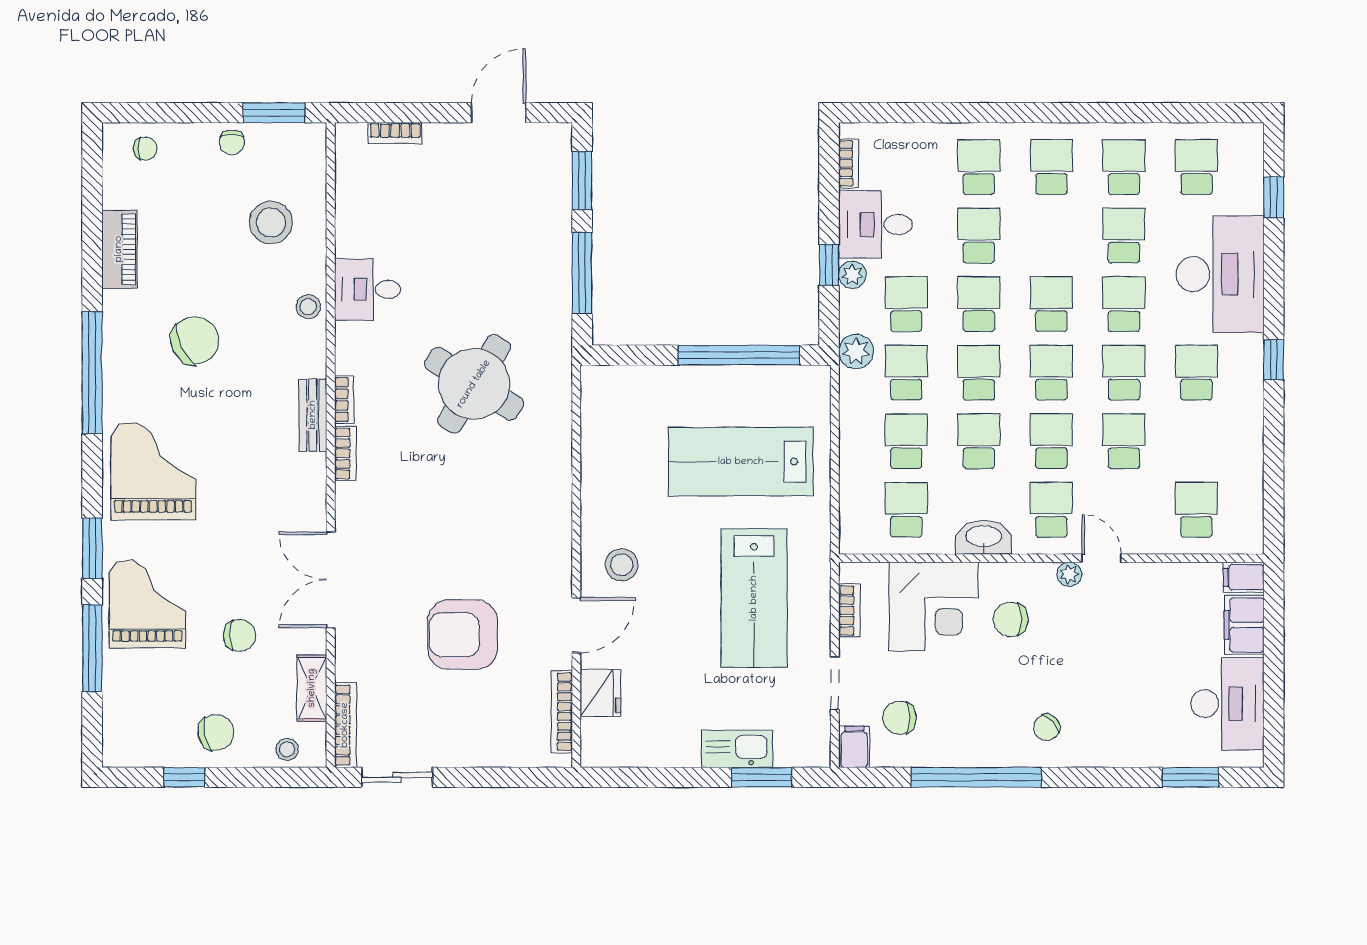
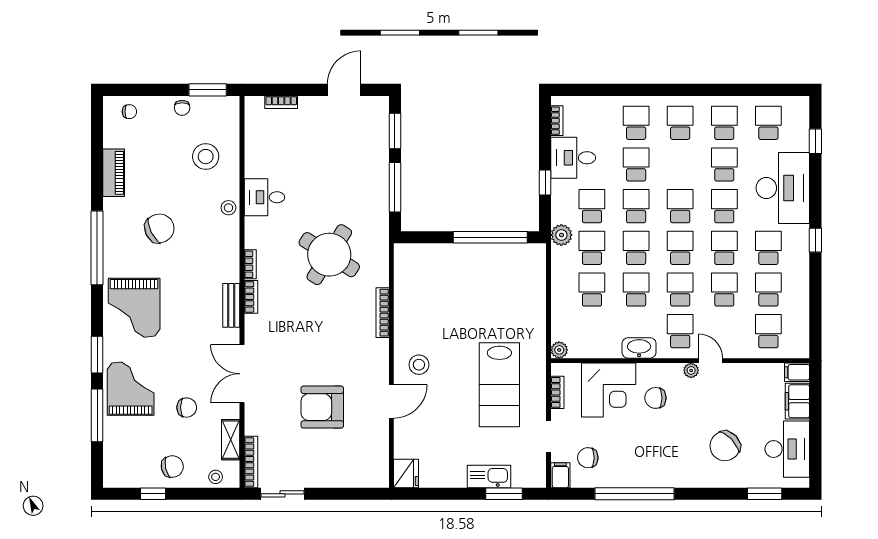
plant: (852, 275) -> (559, 350), moved
bench: (313, 415) -> (231, 305), moved
lab bench: (741, 462) -> (491, 302), removed
grand piano: (153, 471) -> (134, 308), turned 180
school desk: (906, 510) -> (768, 290), moved
fridge: (600, 693) -> (406, 474), moved
bookcase: (562, 712) -> (383, 313), moved
chair: (1047, 728) -> (725, 446), moved, width x1.87, depth x1.87

